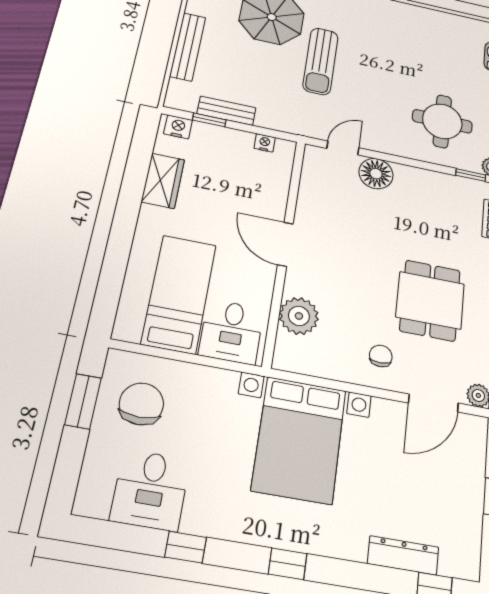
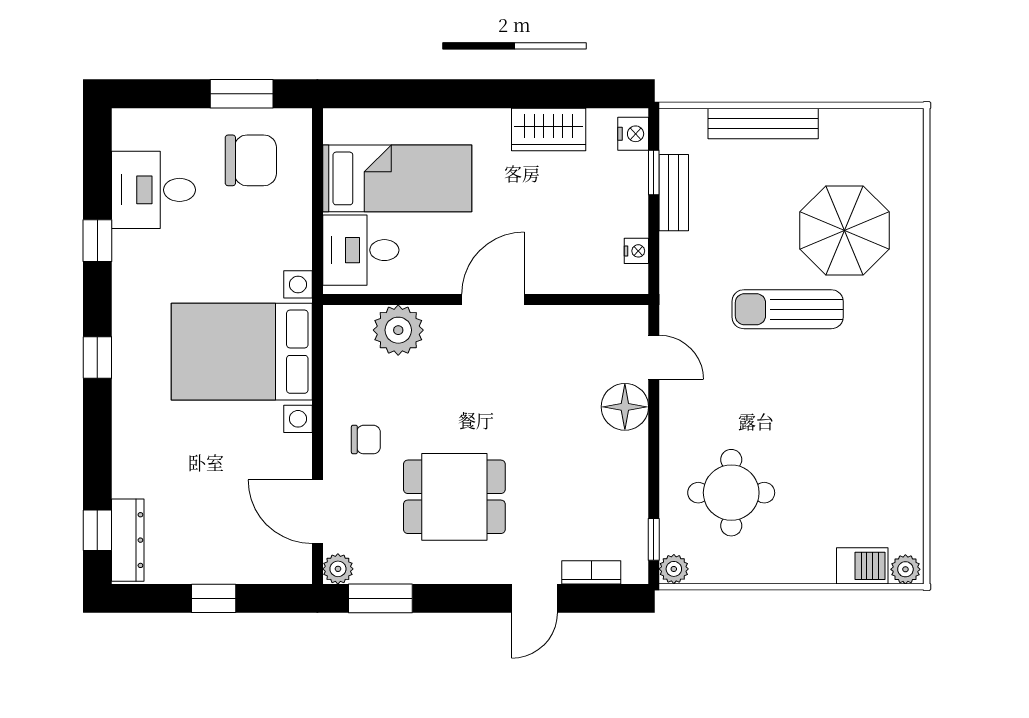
dresser: (403, 555) -> (128, 540), moved

